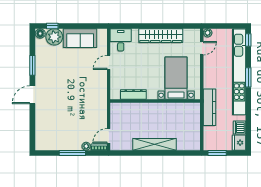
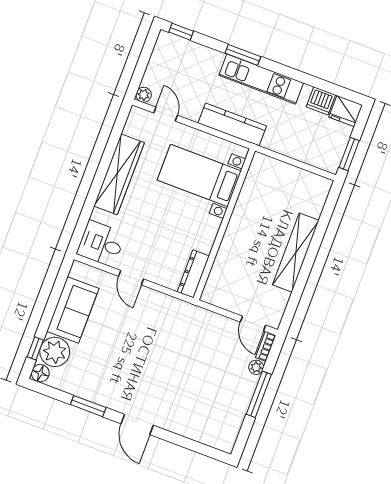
kitchen unit: (239, 72) -> (261, 79), width x0.54
dresser: (133, 95) -> (193, 274), moved
kitchen counter: (209, 107) -> (232, 125), moved

